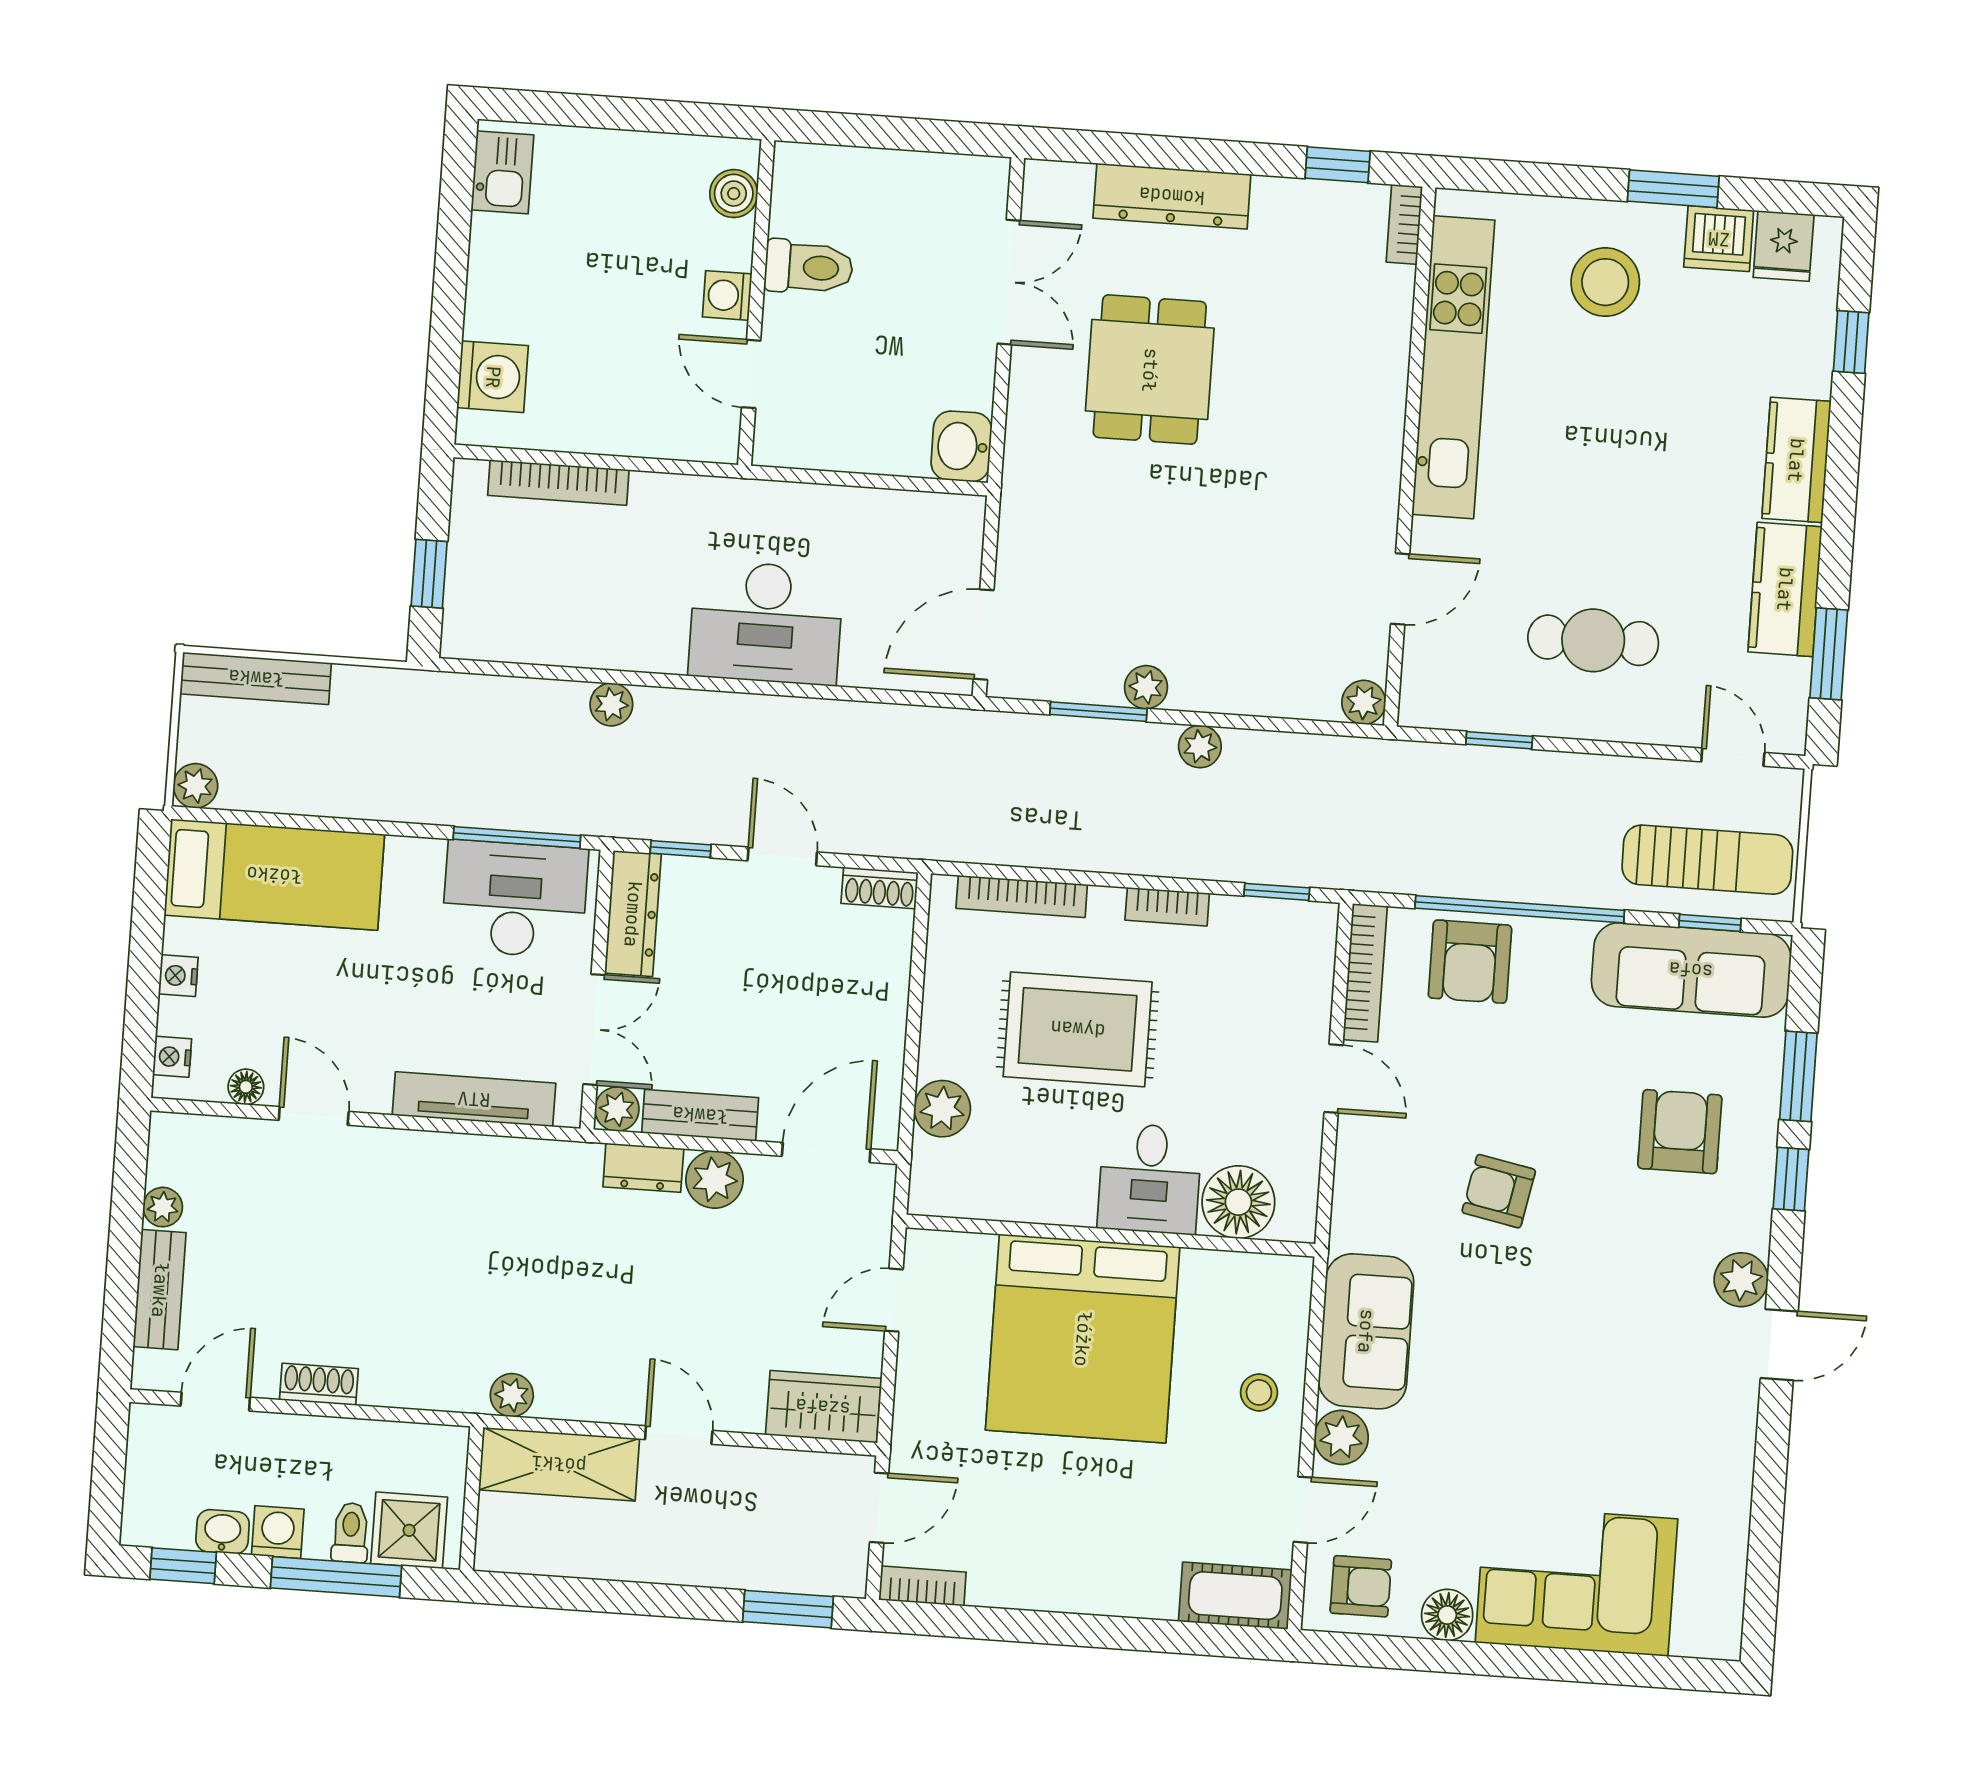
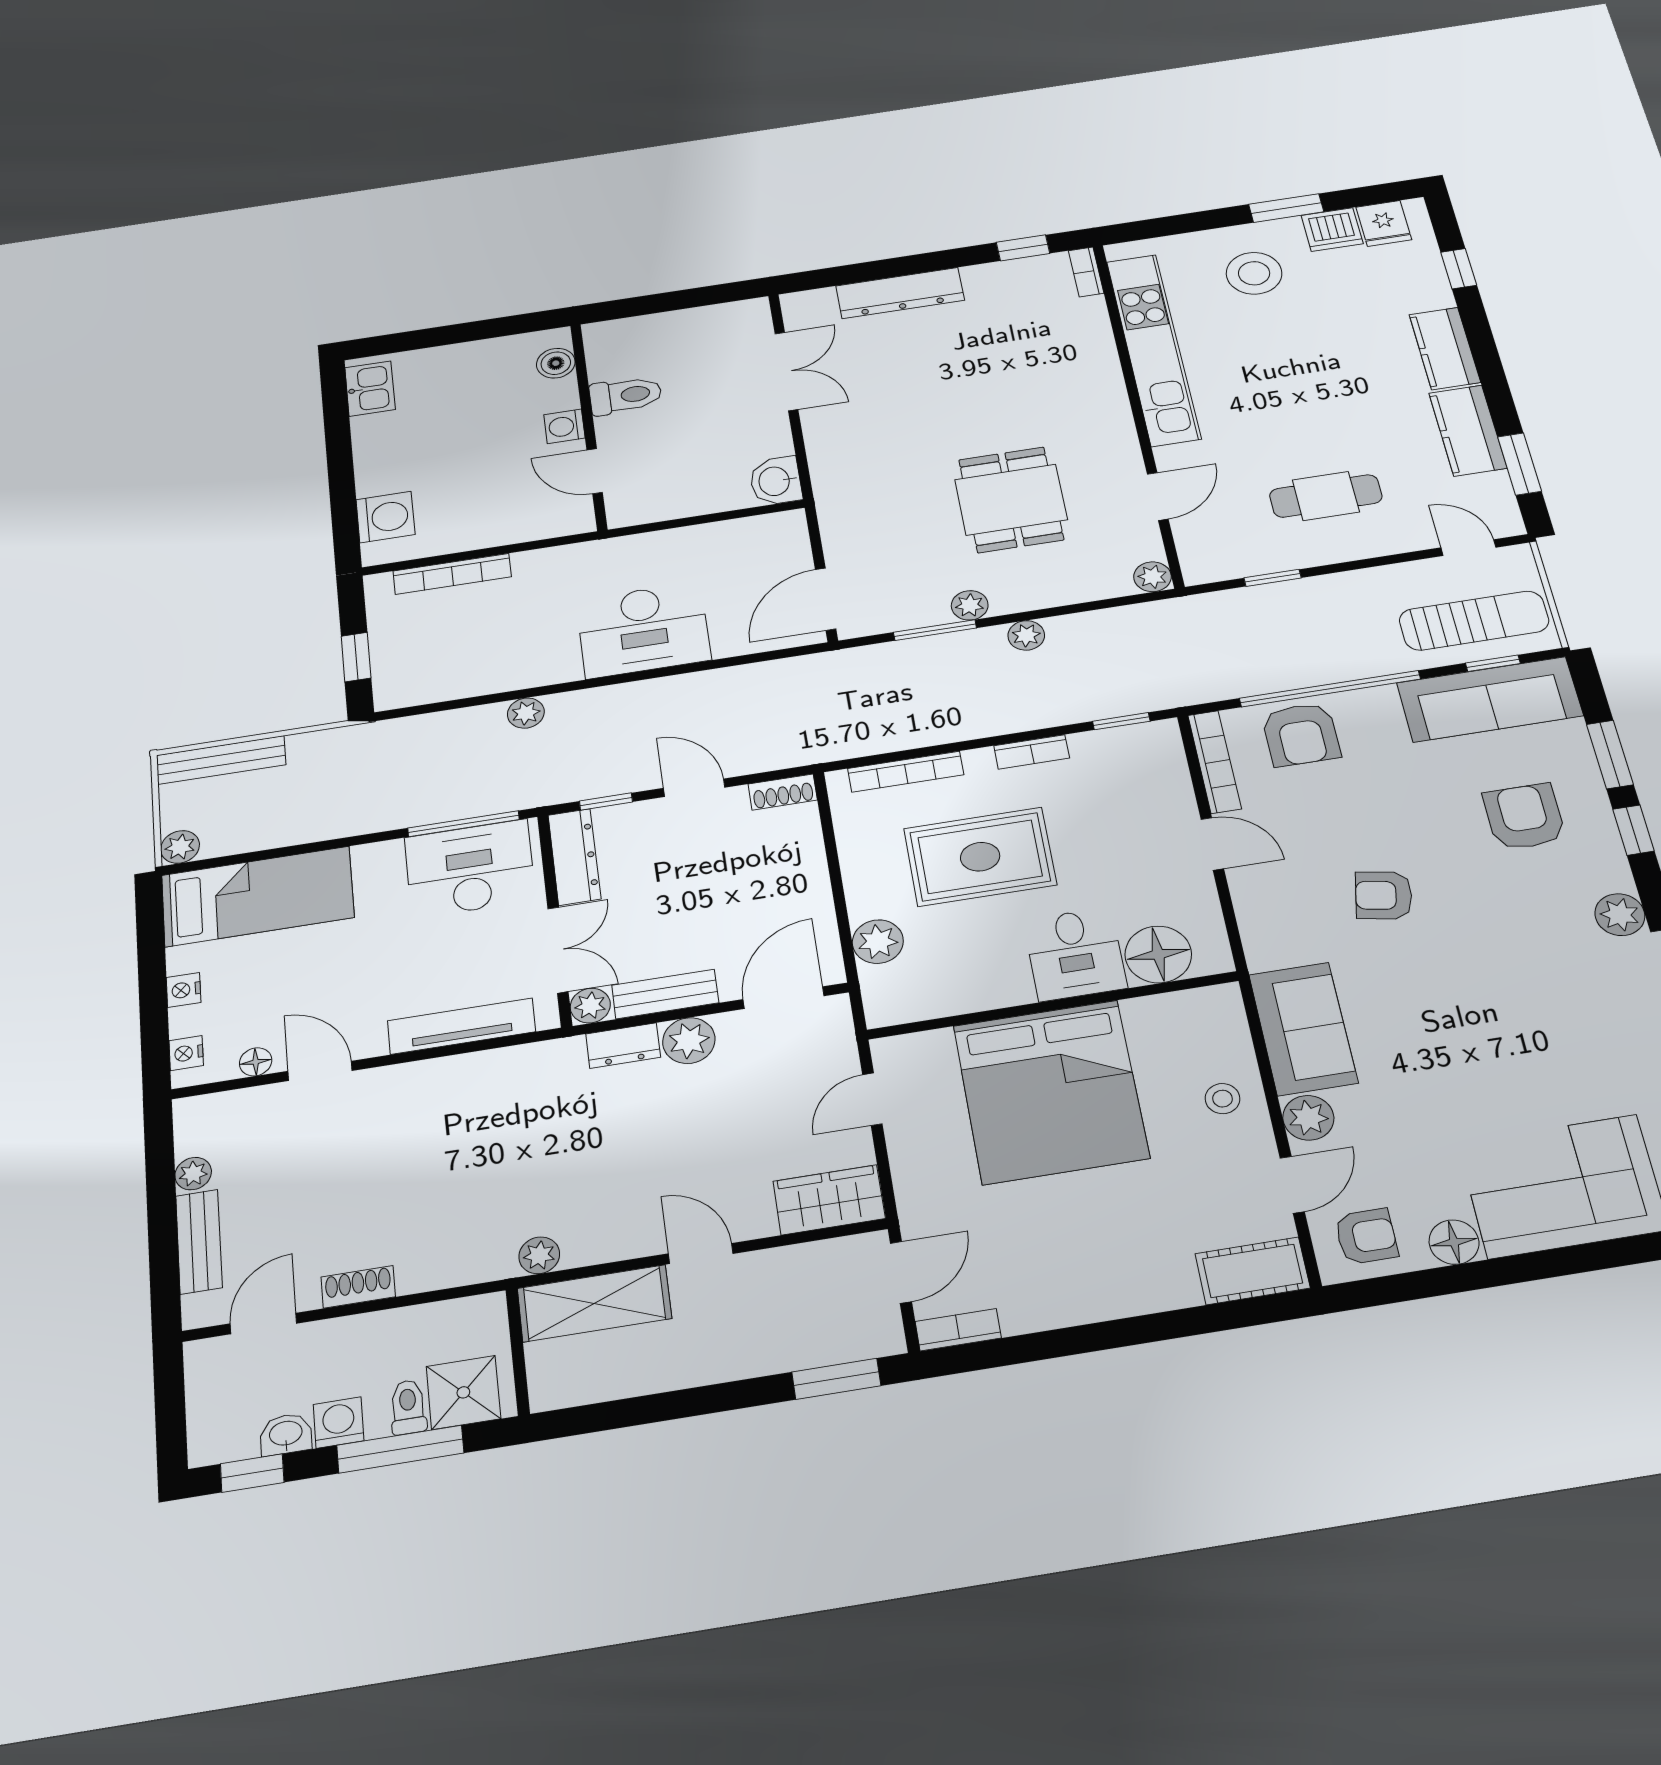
dining table: (1150, 370) -> (1011, 500), moved

